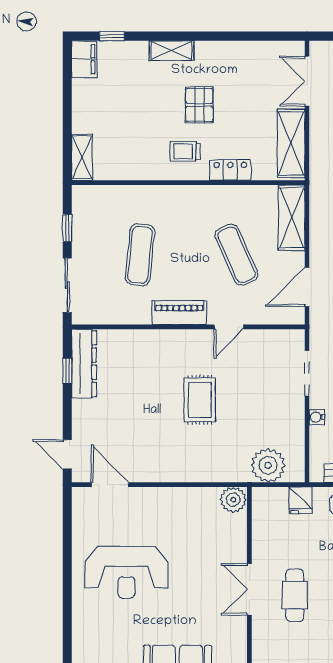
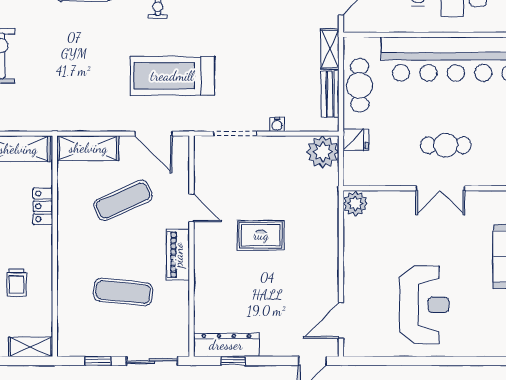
trolley: (185, 151) -> (16, 283), moved
plant: (268, 465) -> (323, 152), moved

